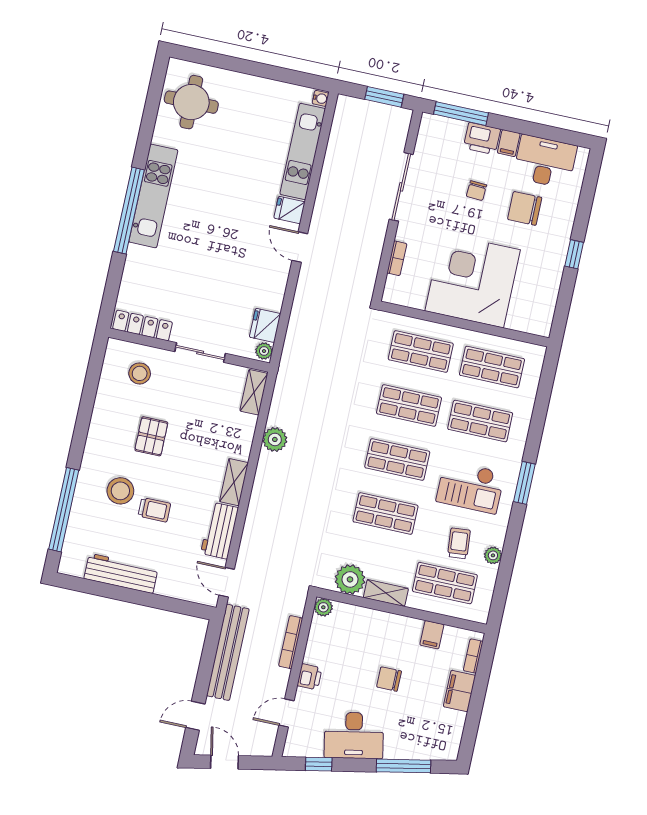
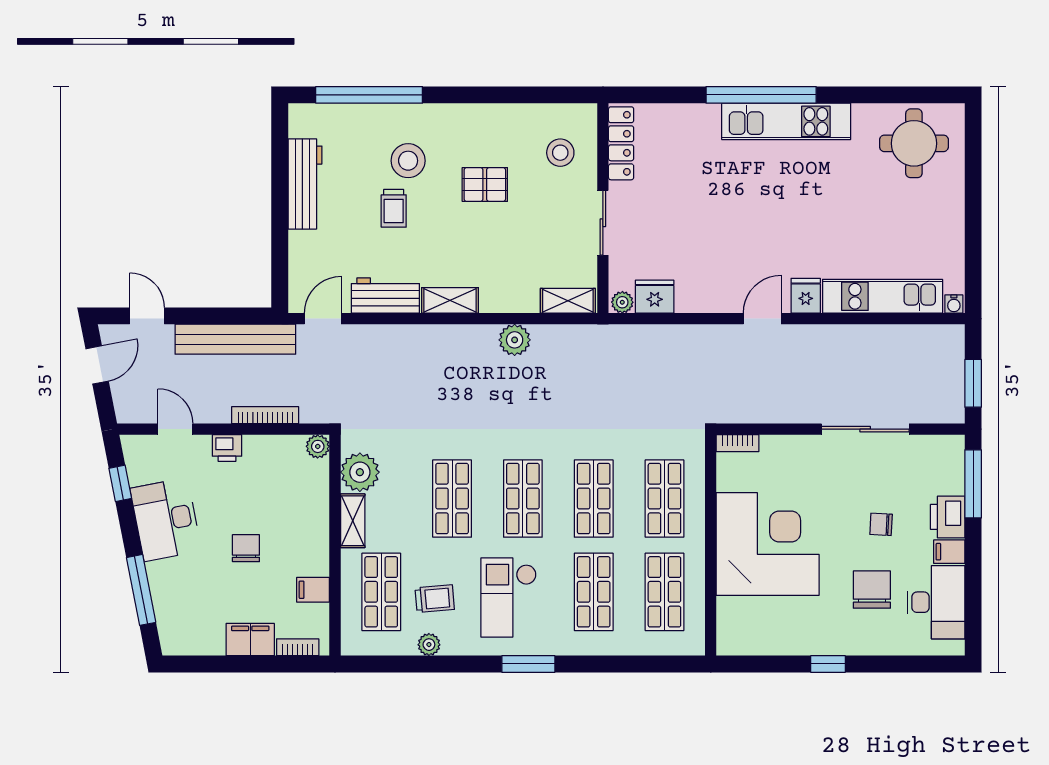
bookcase: (397, 258) -> (738, 443), moved

